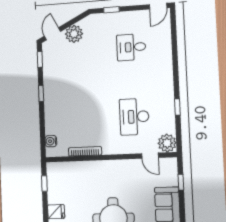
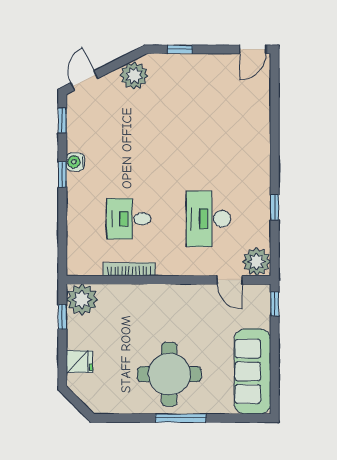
plant: (74, 34) -> (134, 76), moved
desk: (131, 47) -> (129, 219), moved
water cooler: (51, 141) -> (75, 162), moved
plant: (56, 172) -> (82, 299), added
window: (181, 182) -> (275, 304), moved

